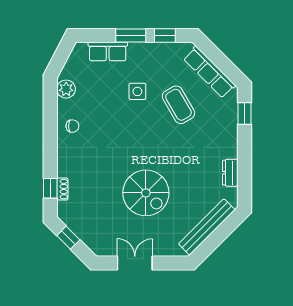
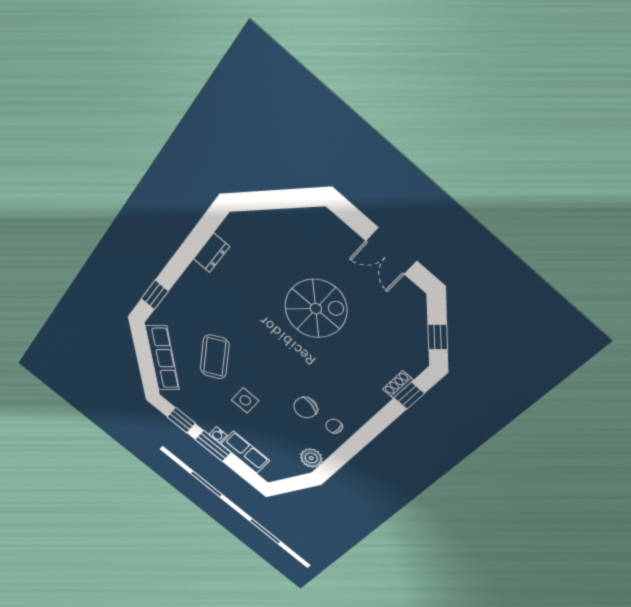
water cooler: (134, 48) -> (218, 435), added
chair: (99, 122) -> (306, 408), added
spiral stairs: (146, 193) -> (316, 309), turned 90
bench: (207, 227) -> (280, 220), removed

